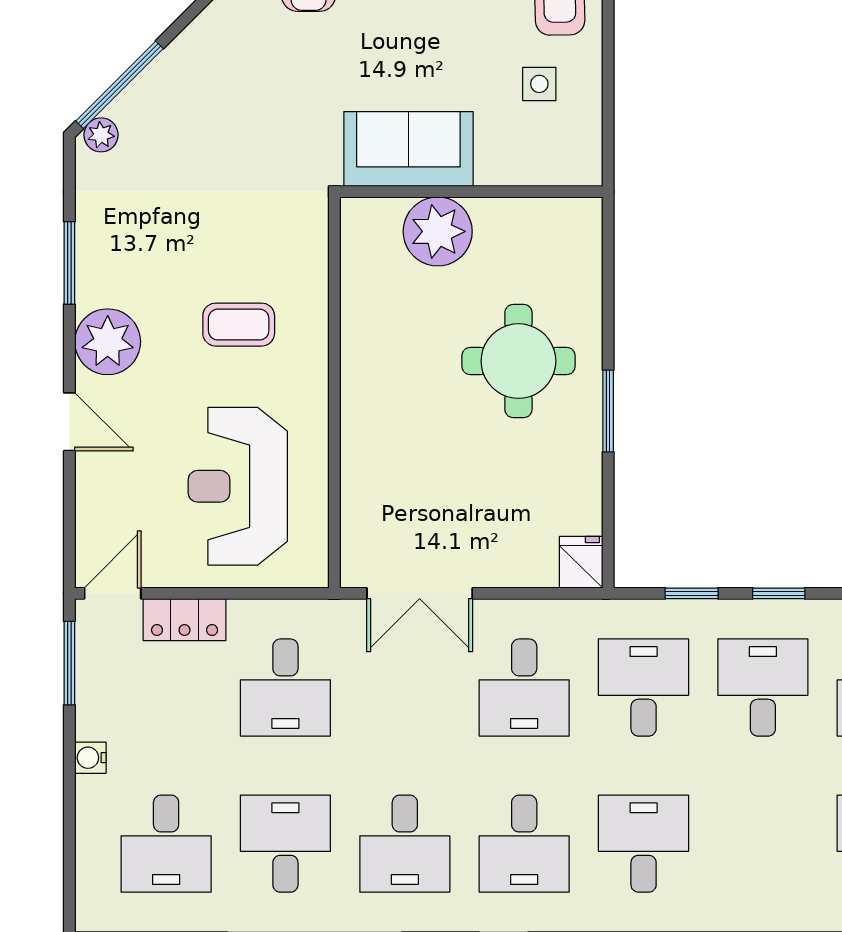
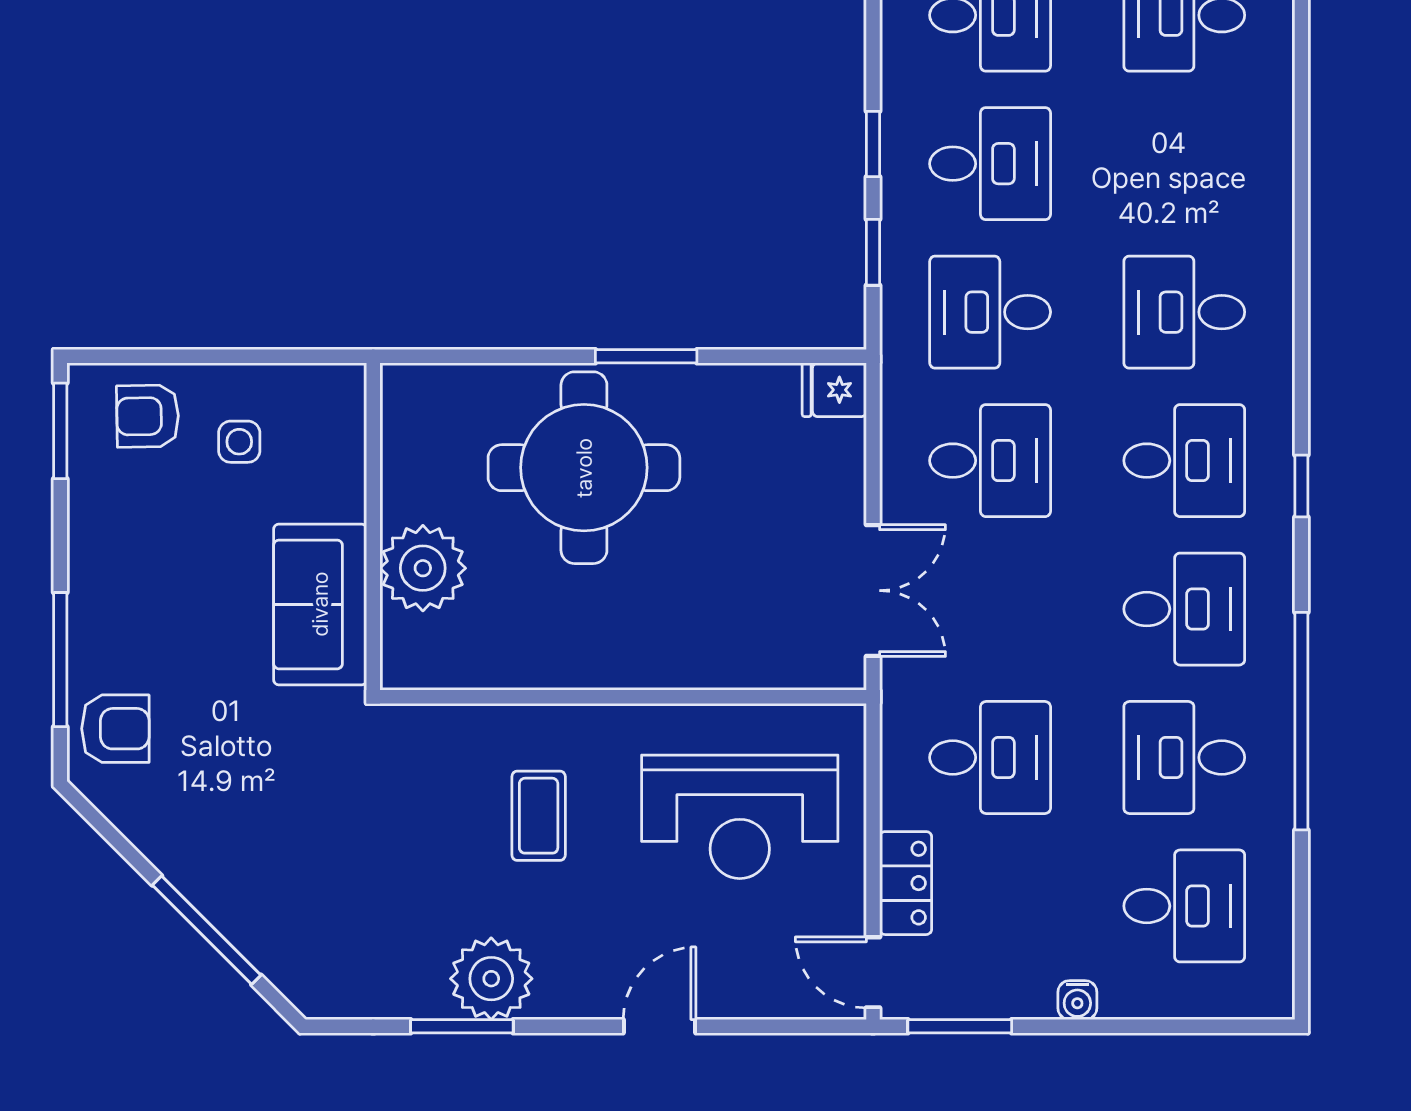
window: (120, 85) -> (207, 930), moved
plant: (101, 135) -> (303, 987), removed
plant: (108, 342) -> (491, 979), moved
round table: (518, 361) -> (584, 468), width x1.36, depth x1.36
desk: (763, 688) -> (990, 164), turned 180

